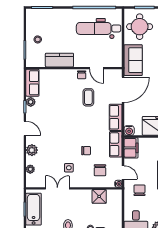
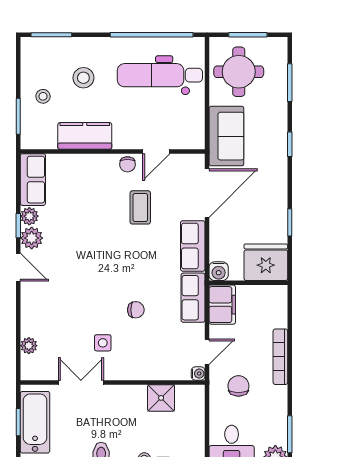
stool: (59, 30) -> (83, 78), added
door: (97, 68) -> (156, 151), hinge flipped
plant: (32, 150) -> (32, 238), moved
chair: (100, 170) -> (163, 348), removed
door: (123, 172) -> (207, 352), hinge flipped

